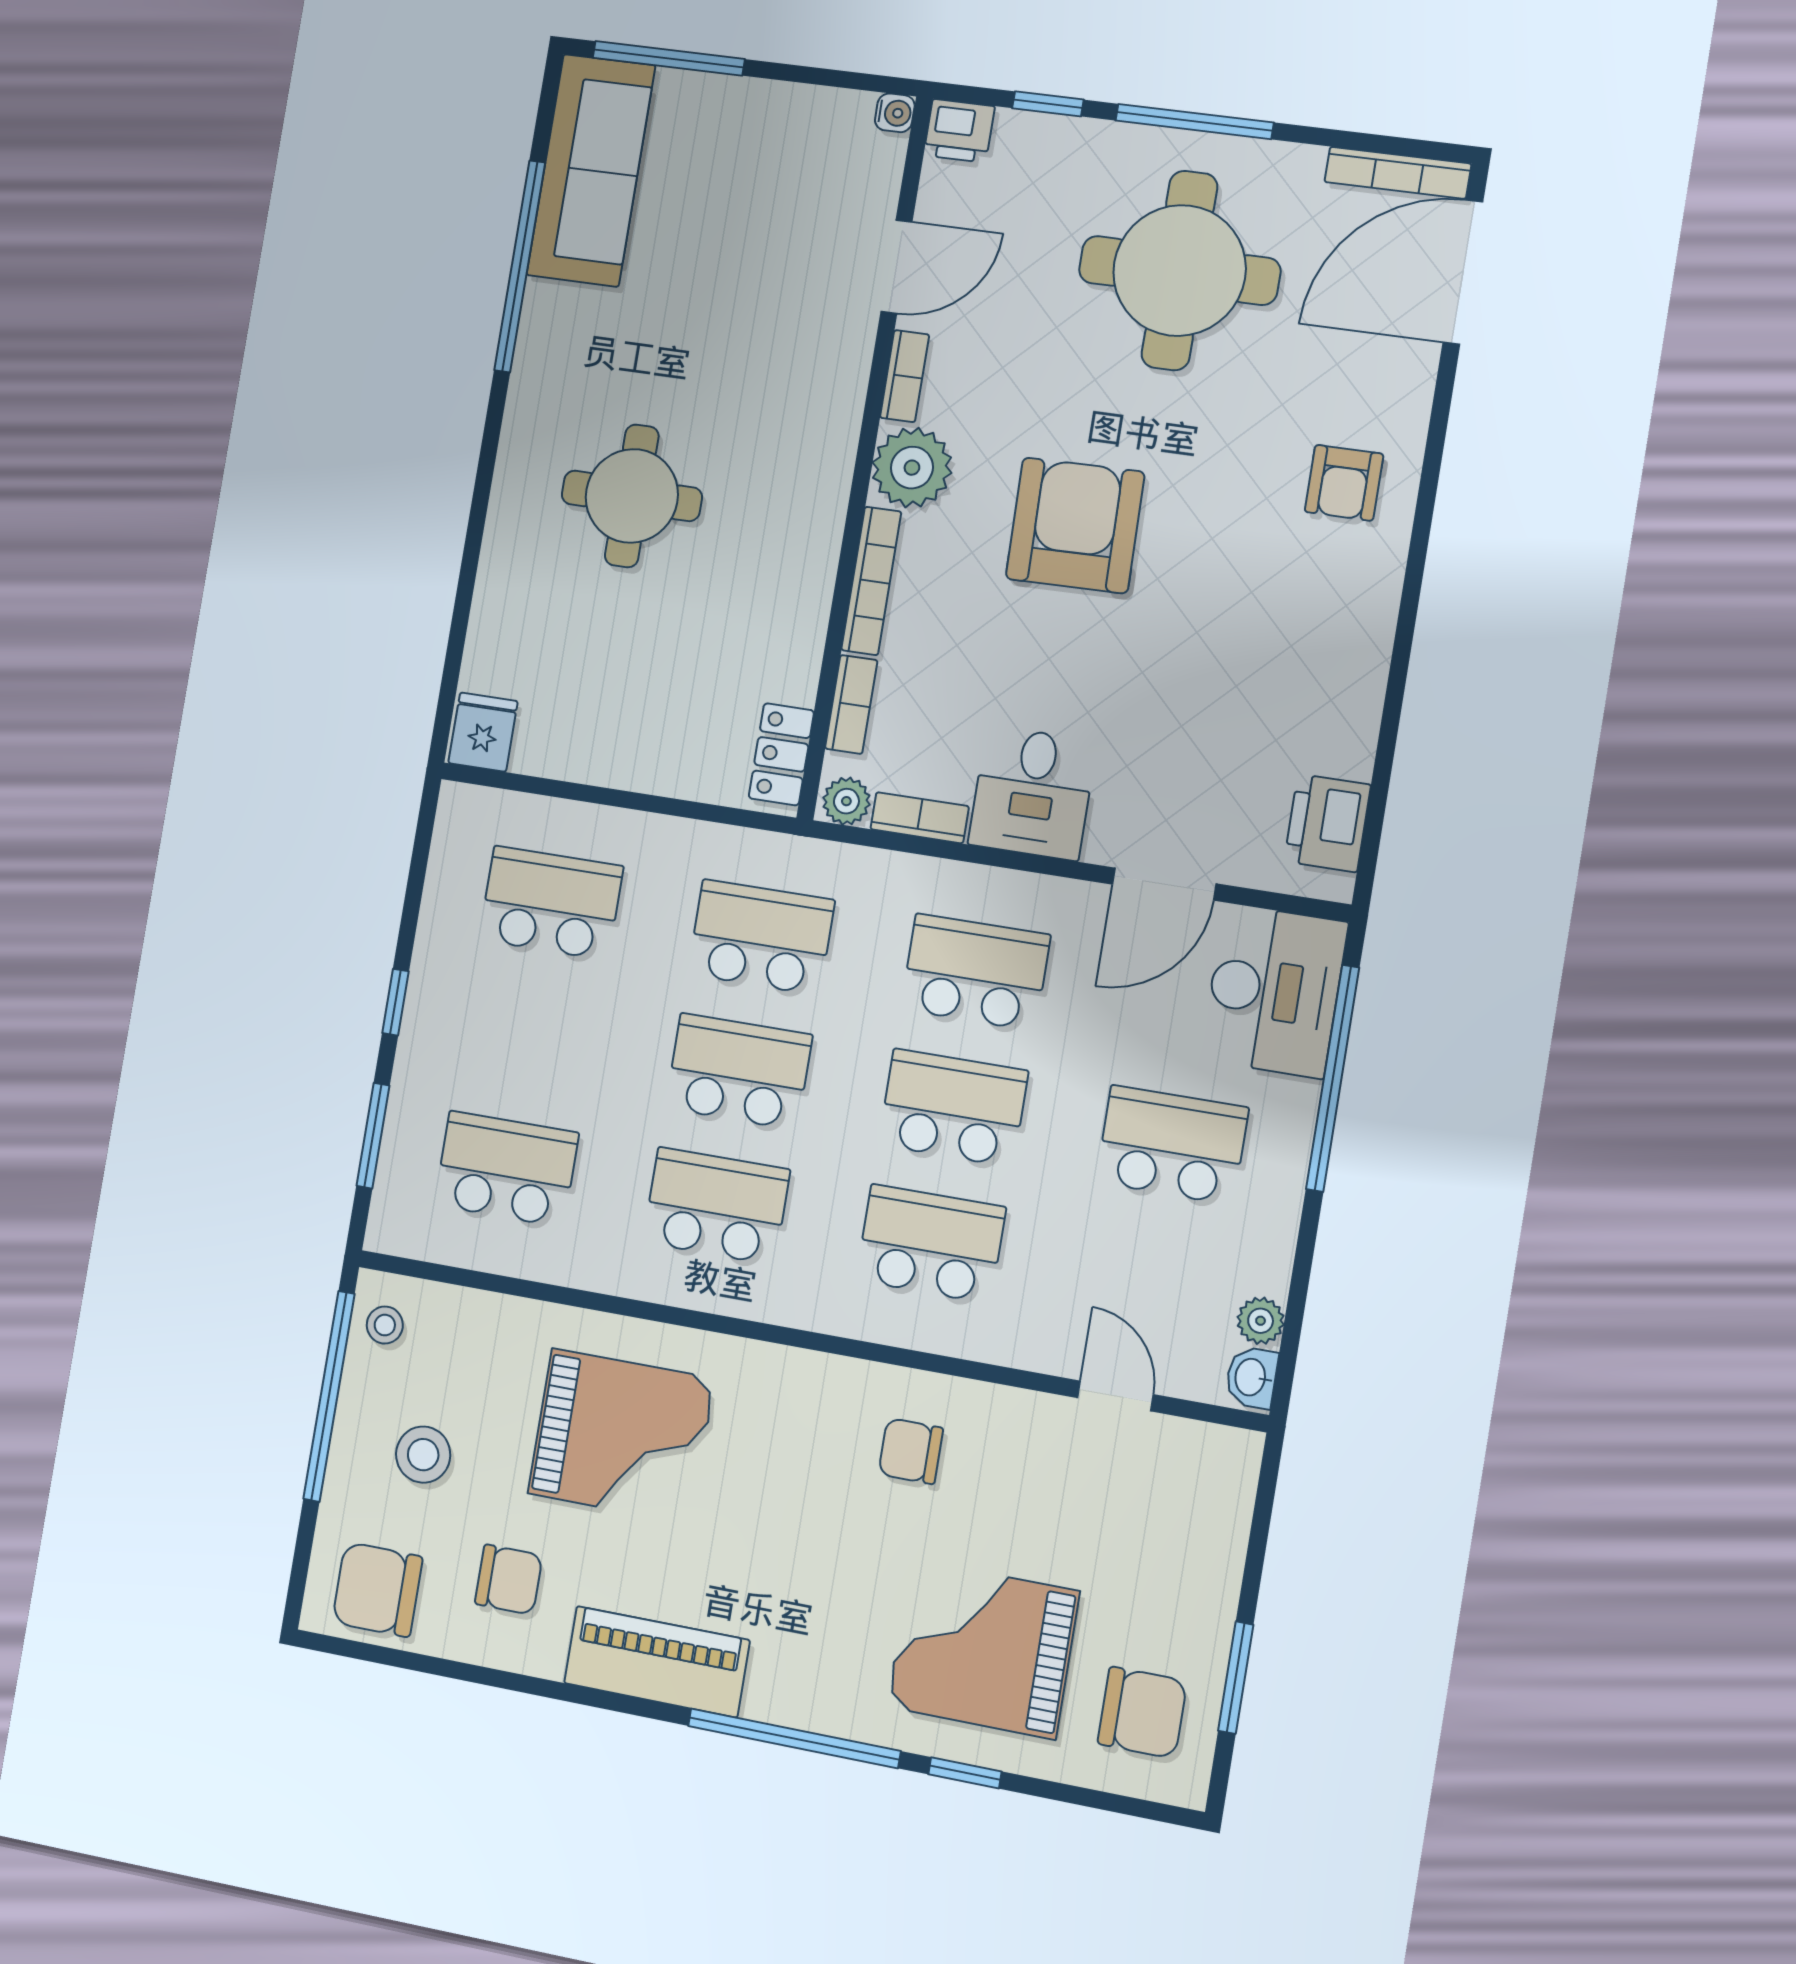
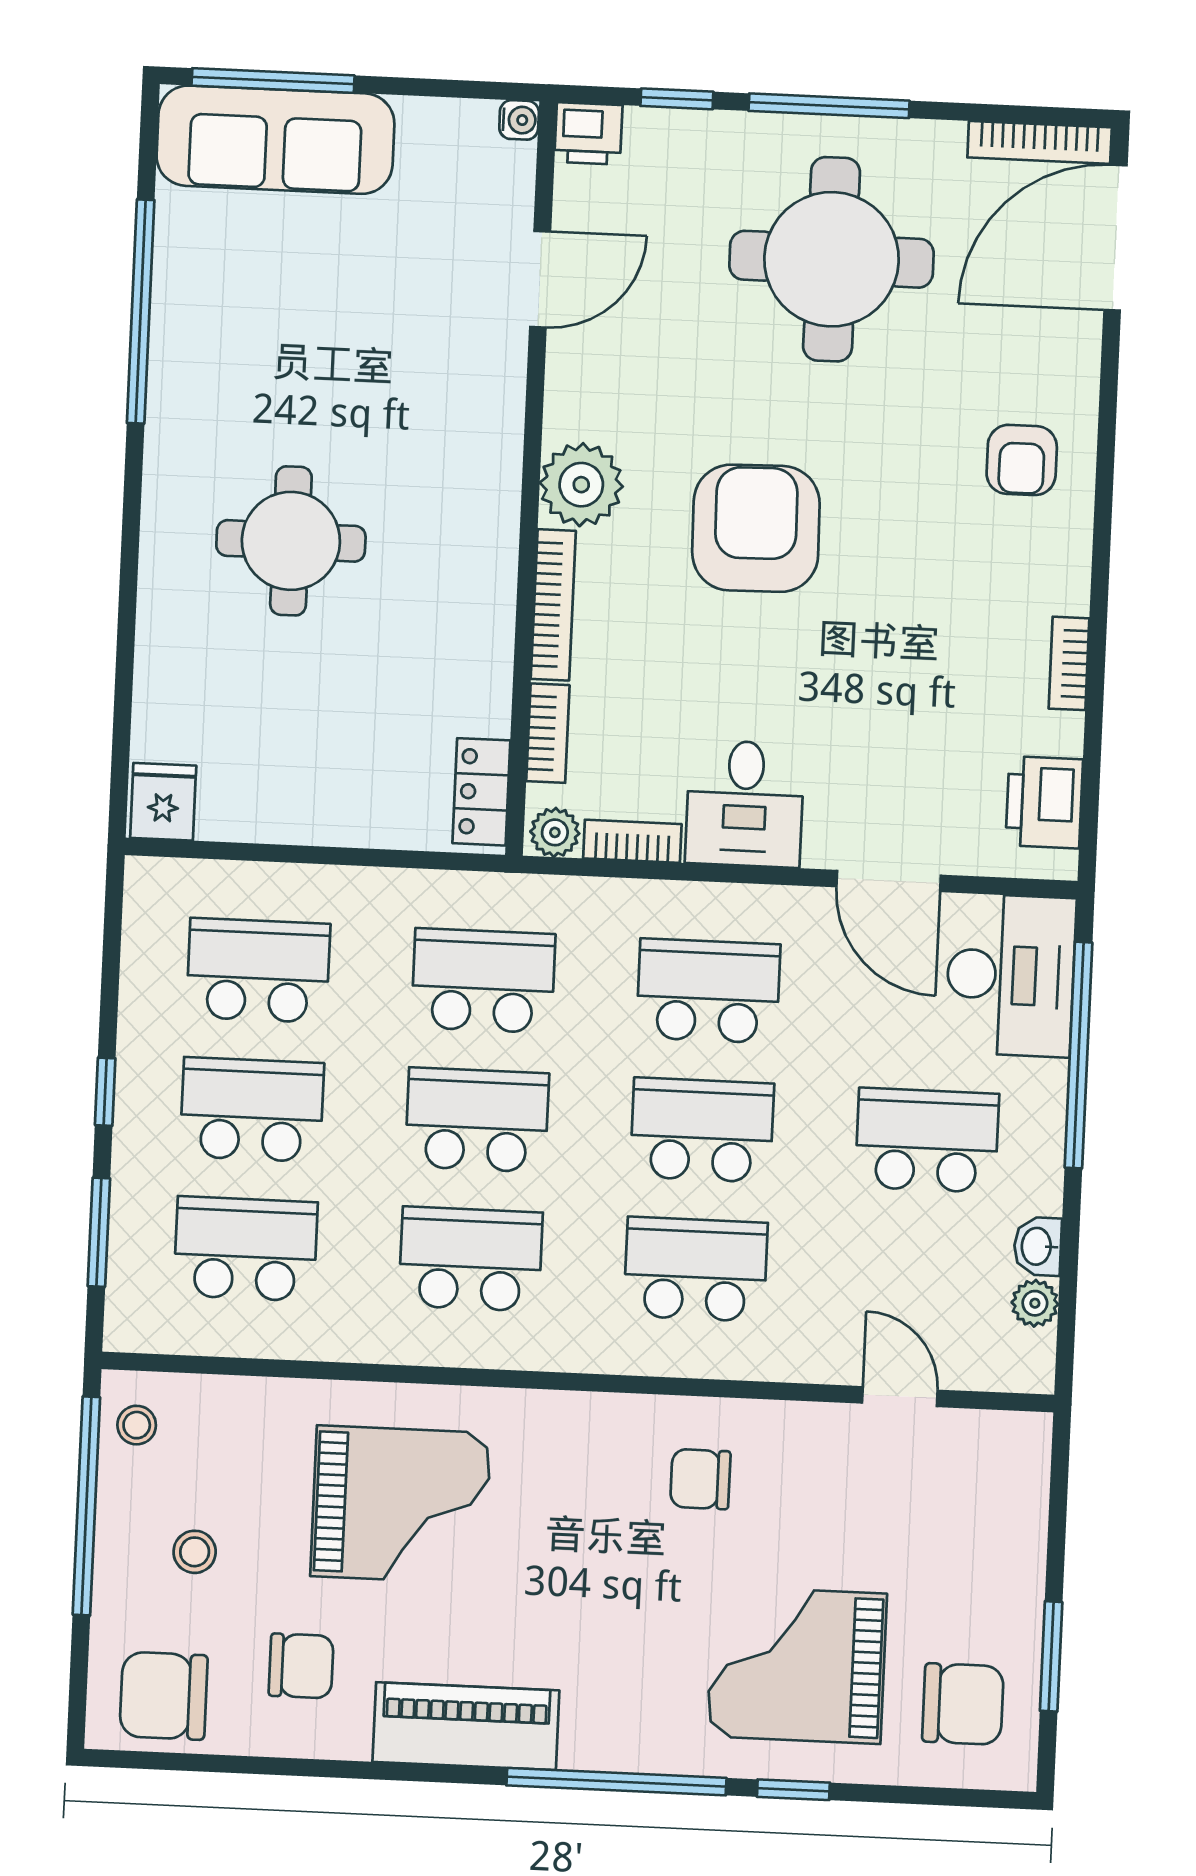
sofa: (591, 170) -> (275, 140), moved, turned 90
bookcase: (905, 376) -> (1069, 663), moved, turned 180
door: (1164, 884) -> (889, 881), hinge flipped
school desk: (529, 1036) -> (252, 1110), added
washbasin: (1252, 1377) -> (1038, 1246), moved
stool: (423, 1455) -> (195, 1552), width x0.73, depth x0.73

